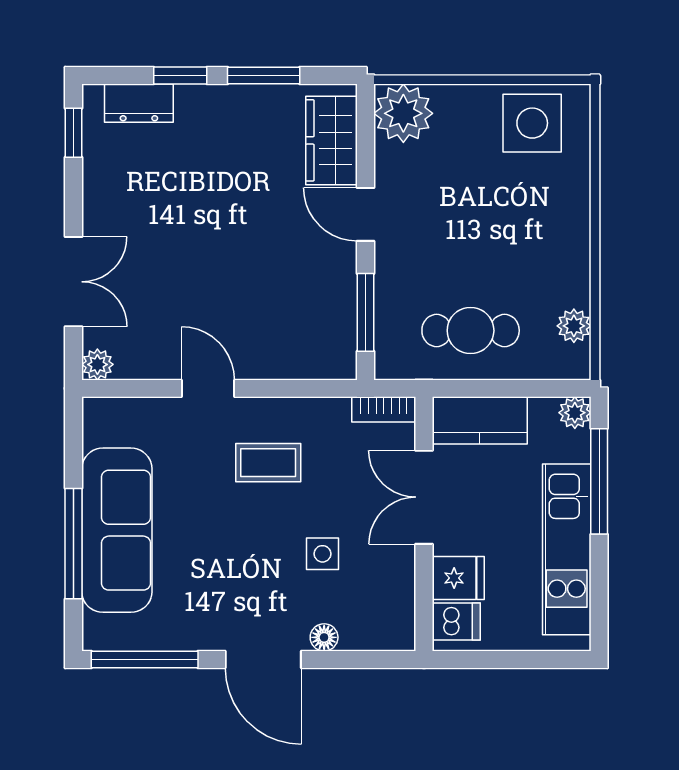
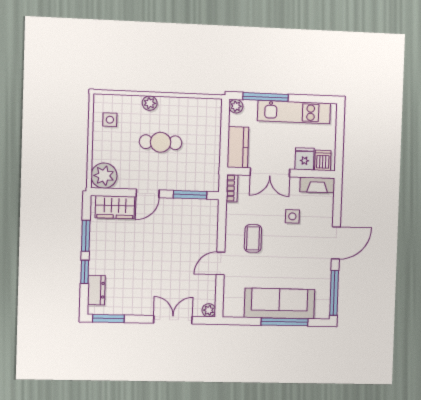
side table: (532, 123) -> (110, 120), width x0.54, depth x0.54
window: (74, 133) -> (108, 318), width x1.50
plant: (574, 326) -> (150, 103), moved
cafe table: (471, 331) -> (161, 142), moved, turned 90
fireplace: (398, 610) -> (317, 185), added
floor lamp: (324, 637) -> (328, 217), removed

